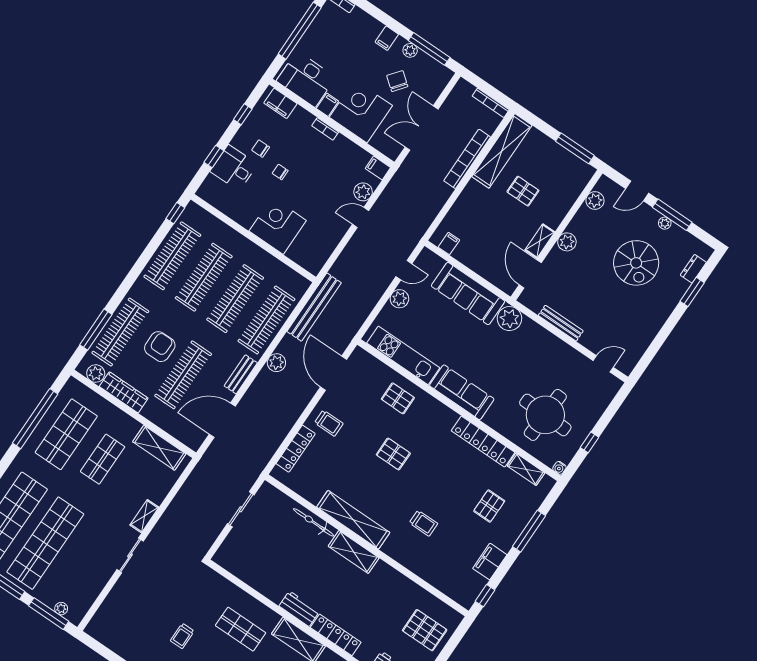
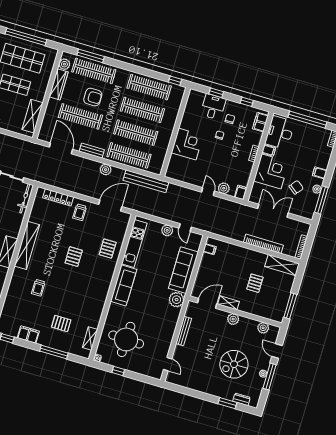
shelving: (502, 151) -> (282, 265), width x0.68
locker: (483, 442) -> (98, 307), removed
bicycle: (314, 522) -> (25, 198), moved

